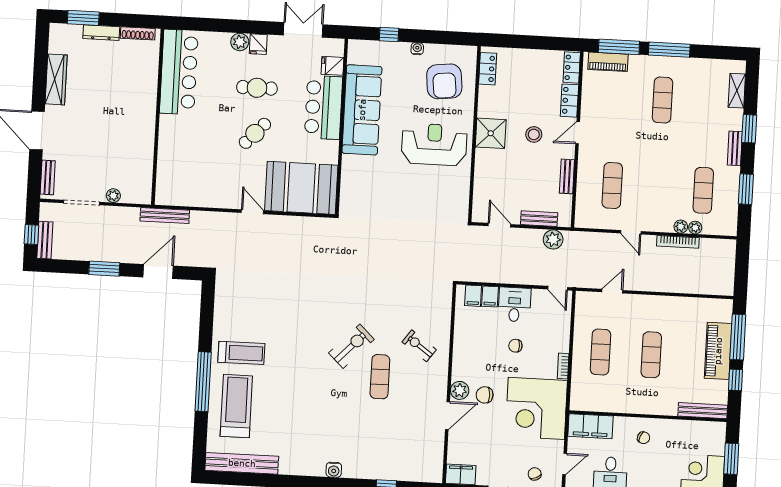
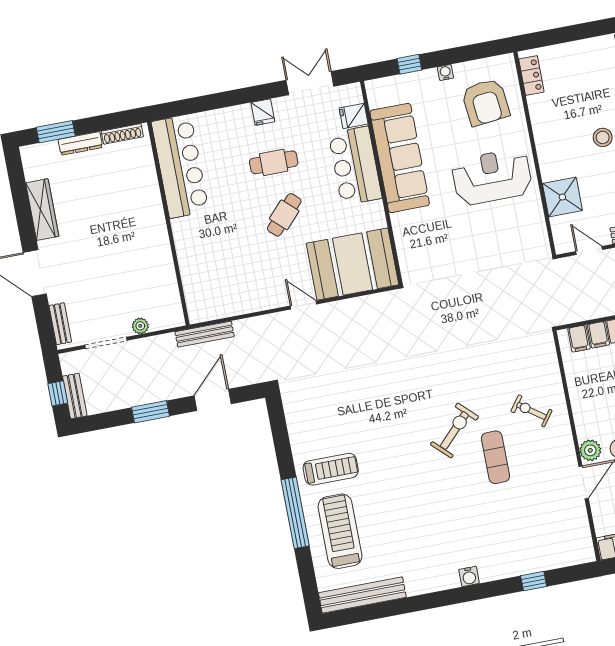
plant: (240, 42) -> (241, 115), removed
shower: (491, 133) -> (562, 197), moved

